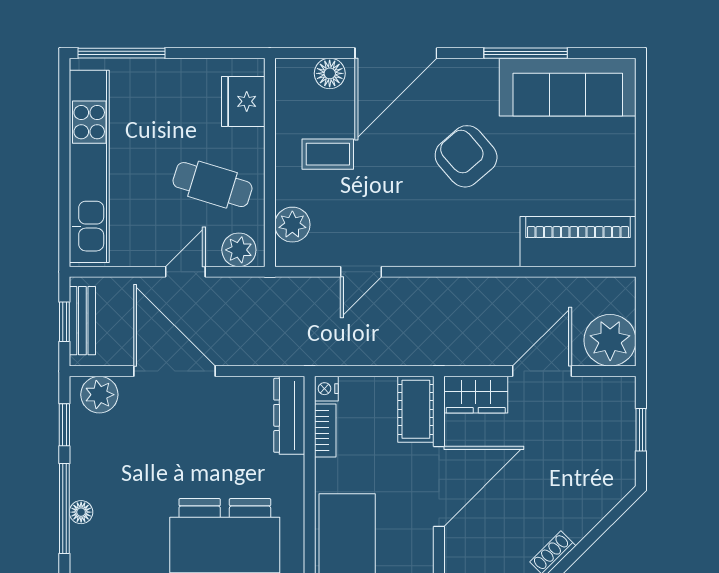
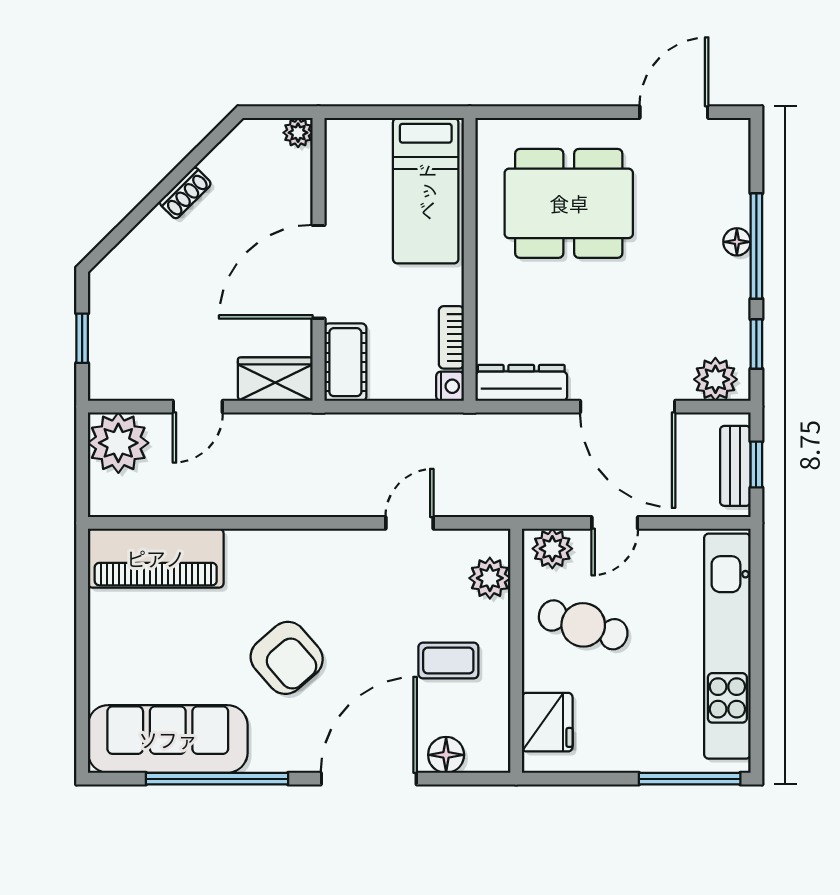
window: (526, 53) -> (217, 779), width x1.46
door: (542, 371) -> (198, 407), width x0.73
dresser: (289, 415) -> (521, 383), moved, turned -90

